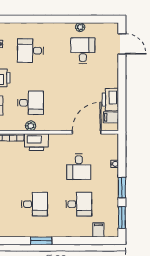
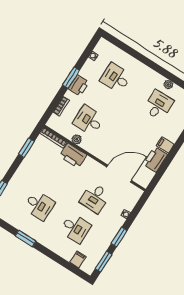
desk: (30, 103) -> (89, 120), turned 180
filing cabinet: (111, 117) -> (165, 145), moved

